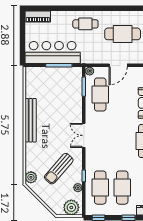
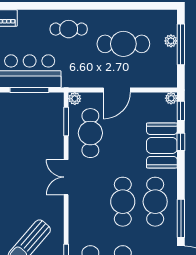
double door: (84, 135) -> (66, 177), moved
cafe table: (122, 141) -> (123, 202), added

